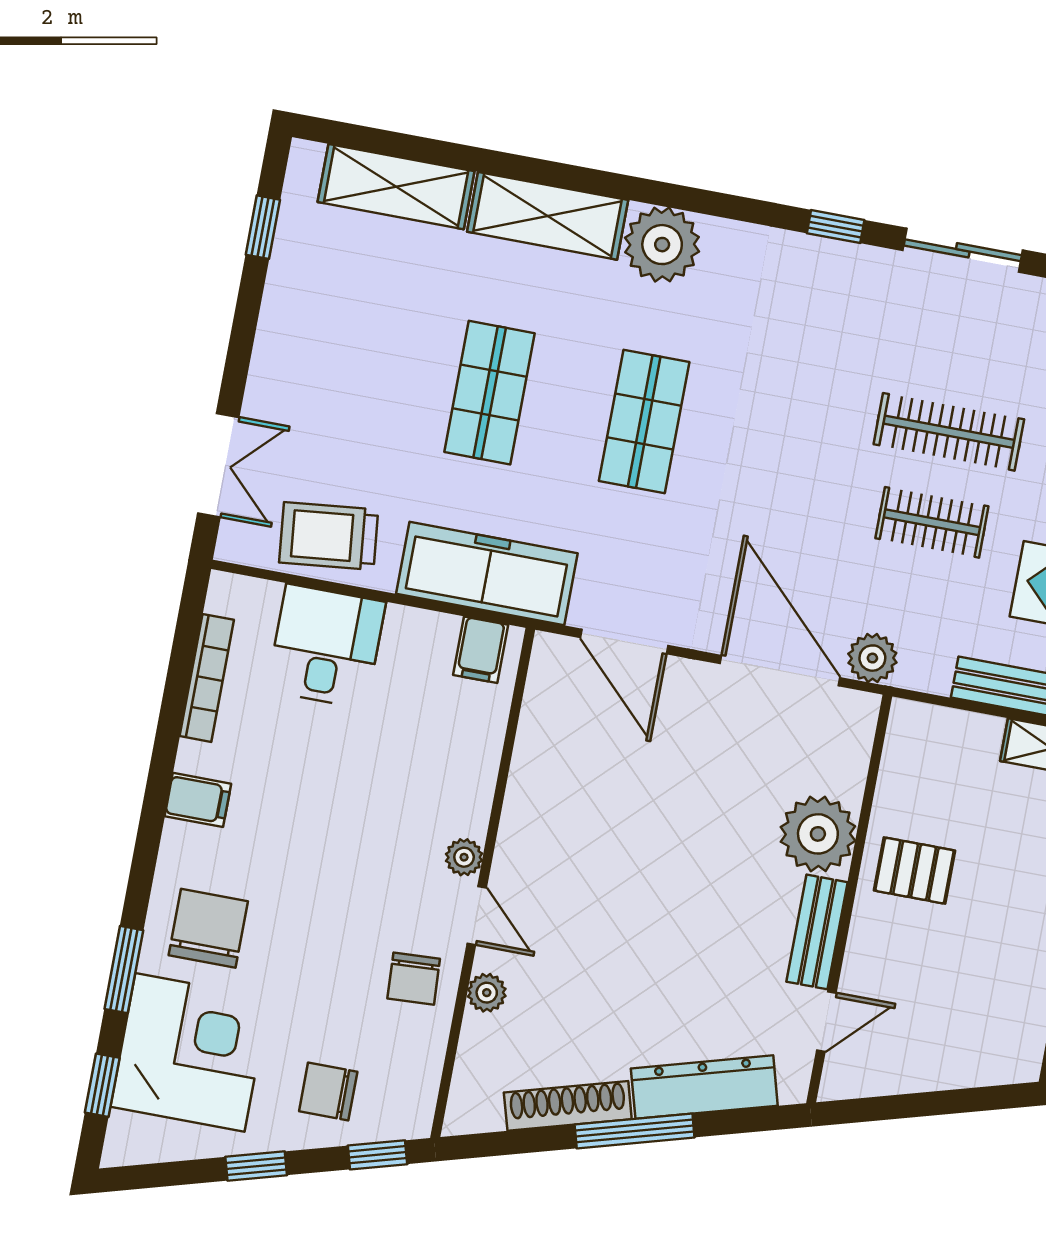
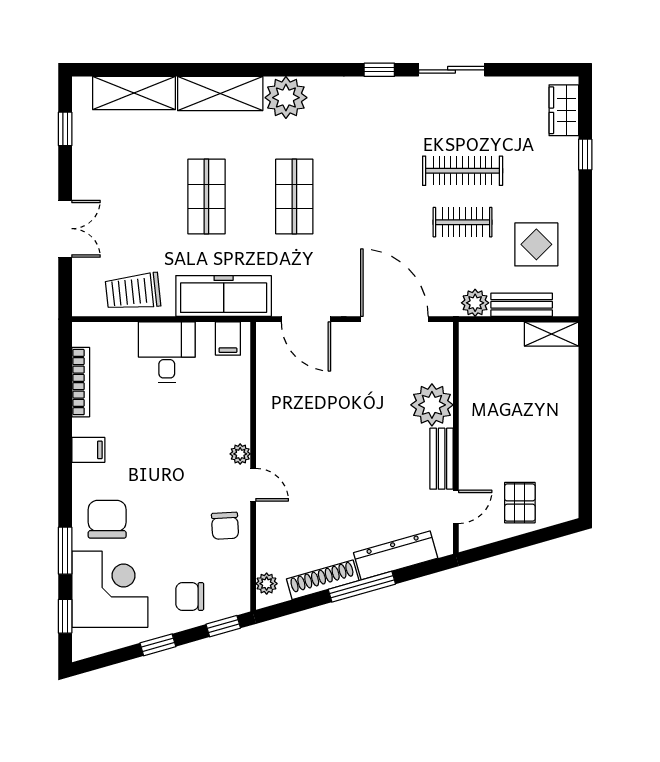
double door: (218, 465) -> (65, 229), moved
desk: (326, 646) -> (167, 352), moved
plant: (872, 658) -> (475, 303), moved
pallet: (915, 871) -> (520, 503), moved, turned 90
plant: (487, 993) -> (267, 584), moved

